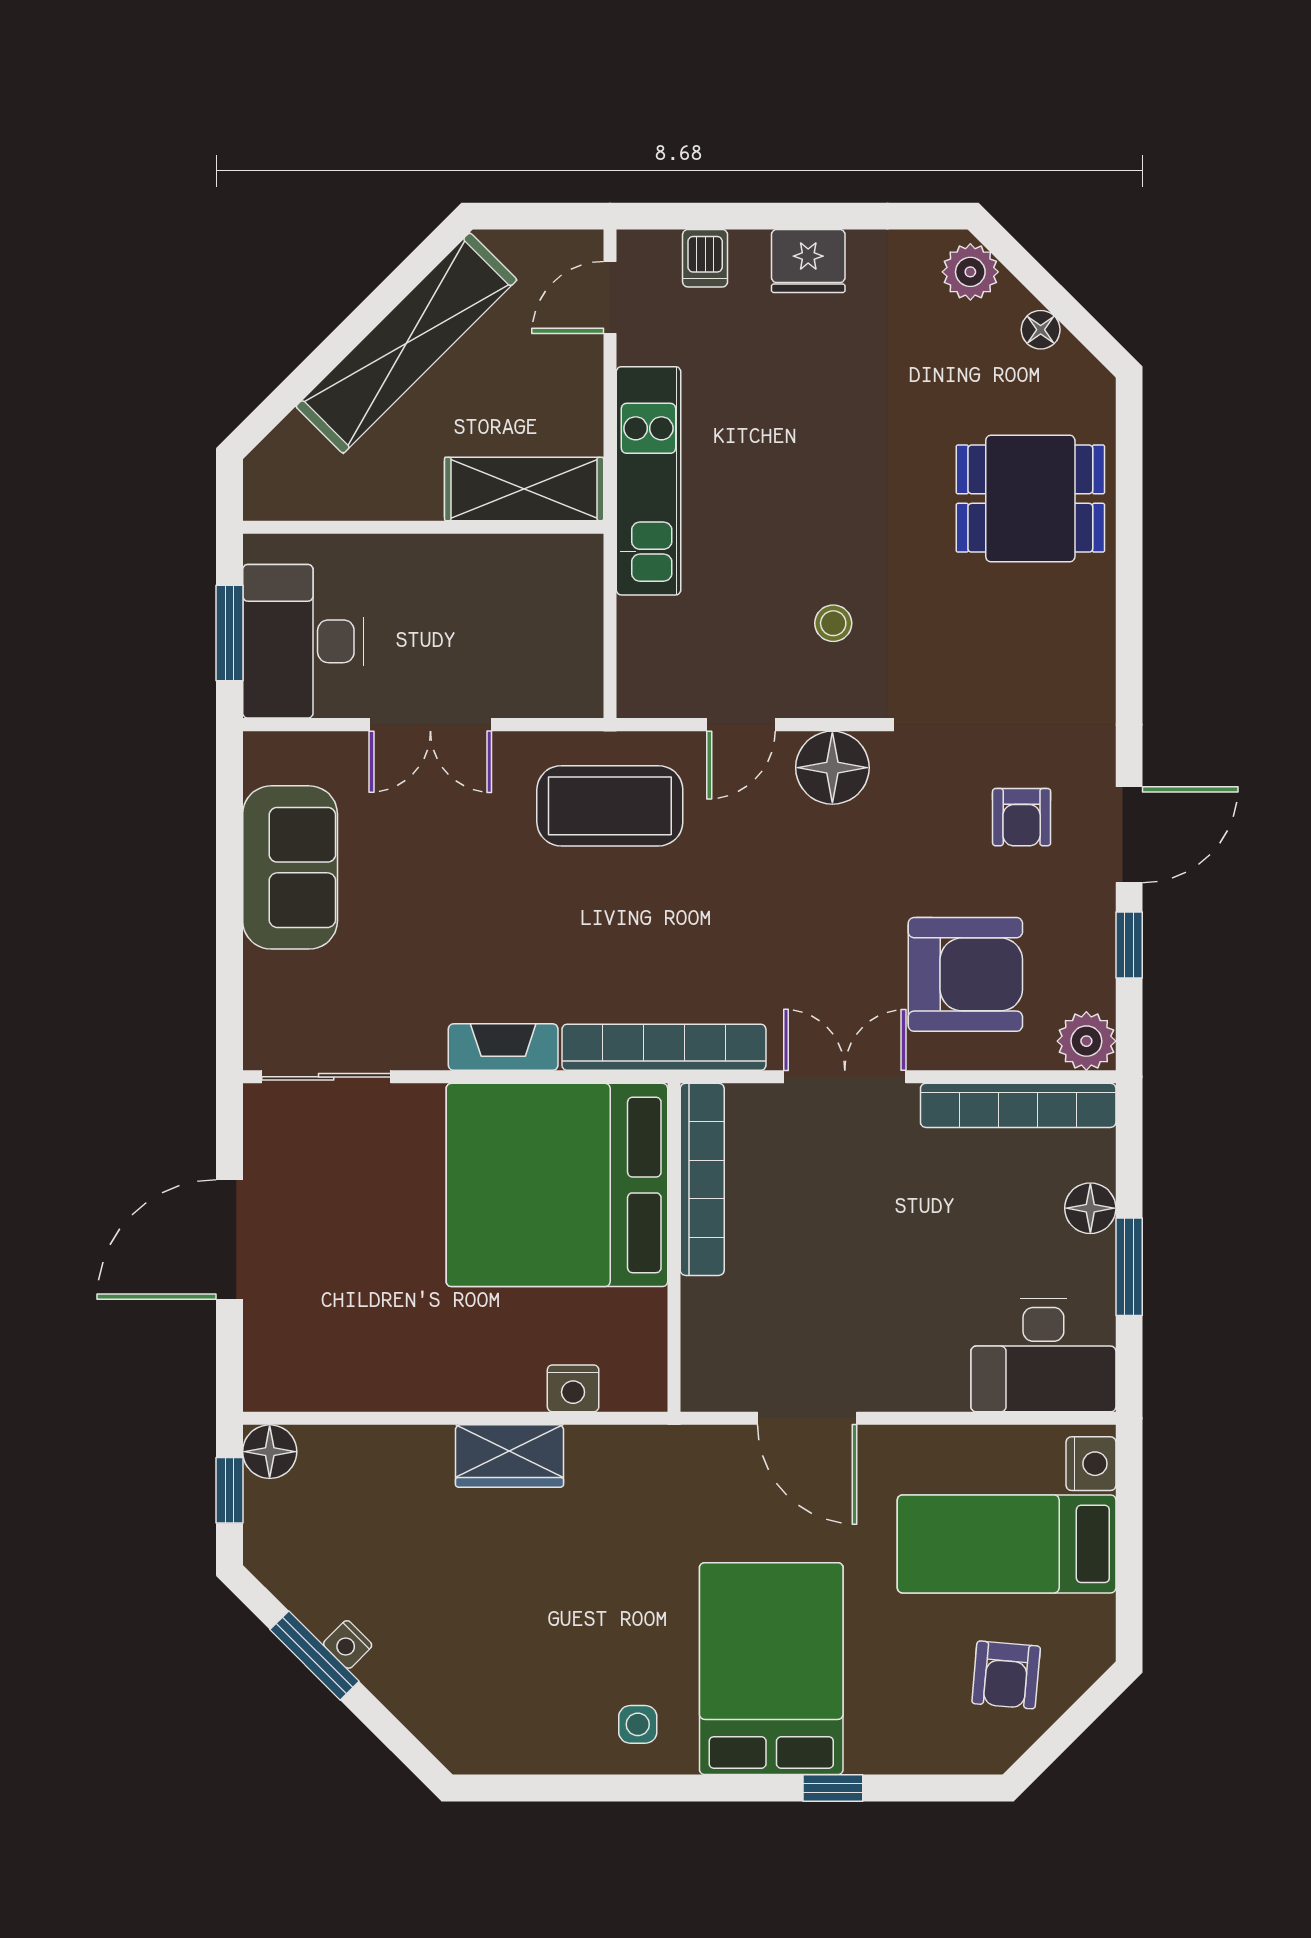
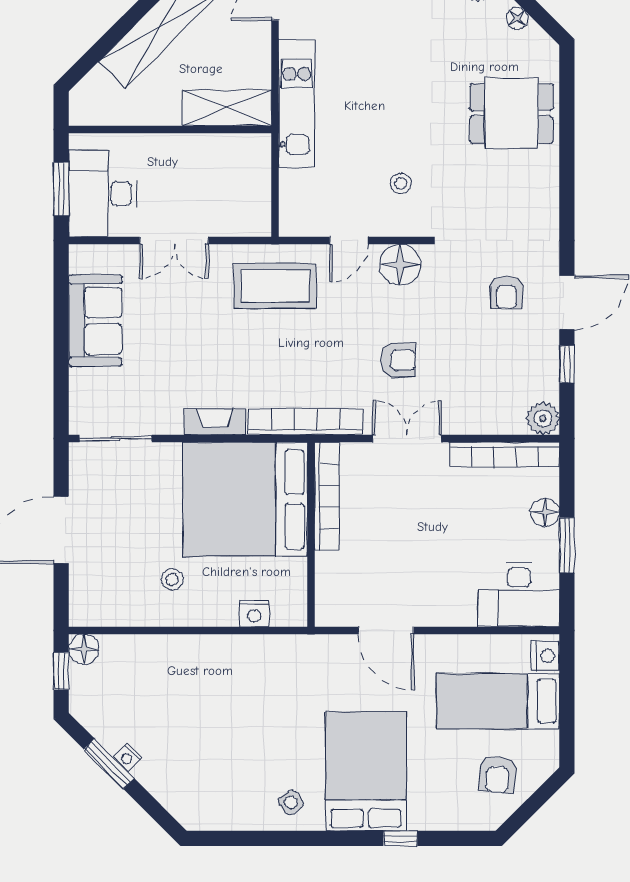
armchair: (965, 974) -> (398, 360), moved, width x0.53, depth x0.53
stool: (427, 1328) -> (172, 579), added
wardrobe: (509, 1456) -> (219, 652), removed
side table: (638, 1724) -> (291, 802), turned -37

